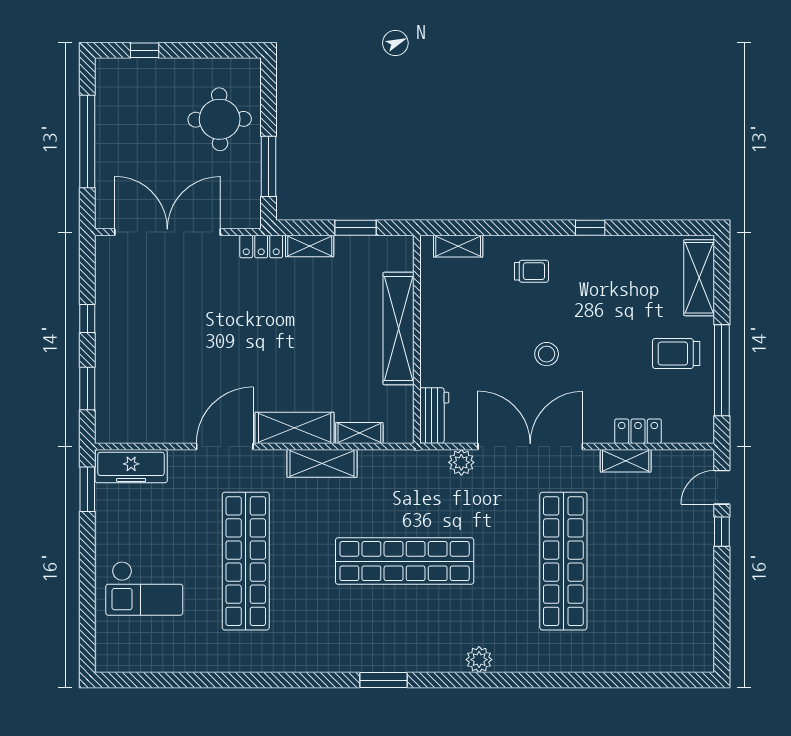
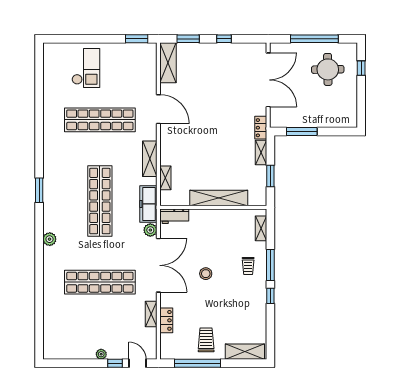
round table: (220, 119) -> (328, 69), moved
window: (530, 228) -> (270, 265), added
shelving: (295, 428) -> (168, 63), moved
freezer: (131, 466) -> (148, 204), moved
plant: (704, 559) -> (101, 354), added
checkout: (144, 588) -> (86, 68), turned 180

